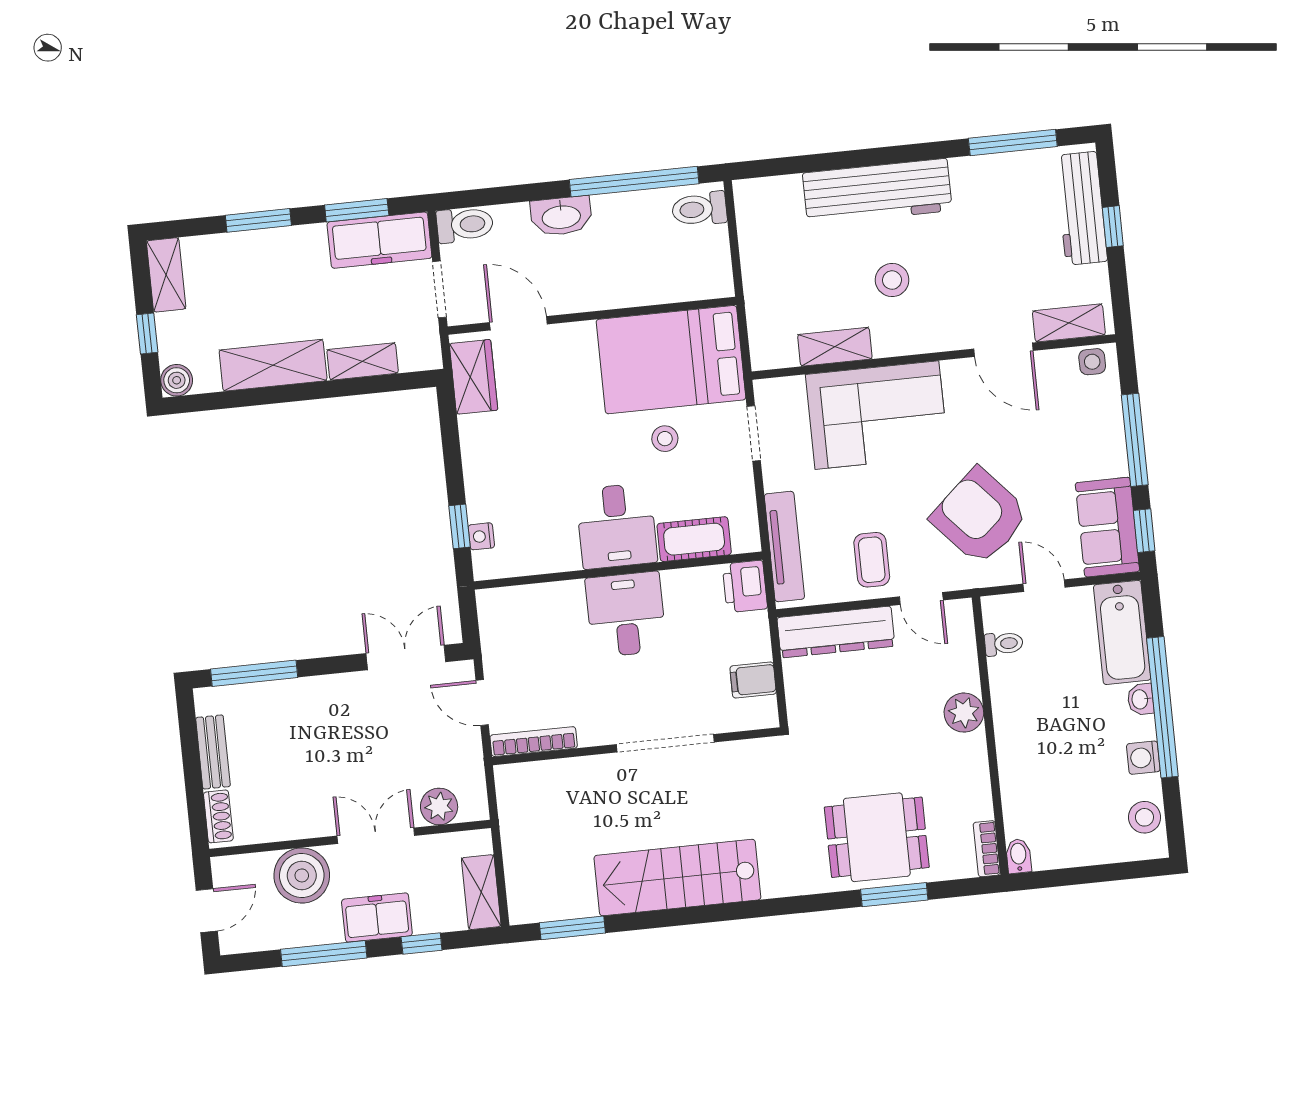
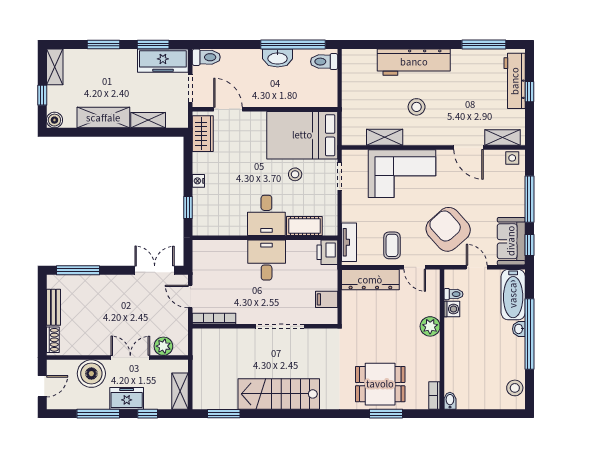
washbasin: (561, 216) -> (278, 58), moved
nightstand: (481, 536) -> (198, 181), moved
tv unit: (784, 547) -> (349, 242), width x0.71
washing machine: (1143, 758) -> (452, 309), moved, turned 180

